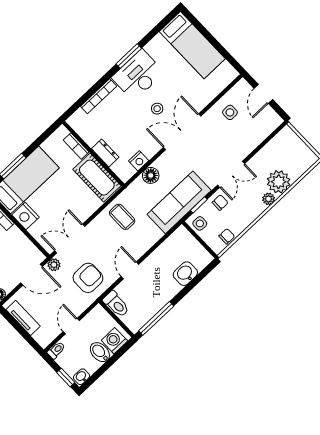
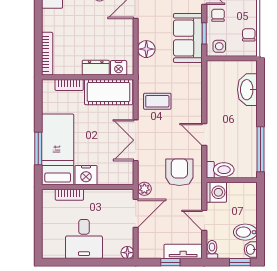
bookcase: (99, 96) -> (47, 54), moved
nightstand: (139, 161) -> (119, 68), moved, turned 90
sofa: (179, 202) -> (188, 38), width x0.73
double door: (70, 238) -> (136, 140), moved
washbasin: (185, 274) -> (247, 90), width x1.38
tv unit: (23, 318) -> (183, 251), moved
window: (21, 330) -> (170, 262), added
washing machine: (114, 341) -> (216, 192), moved, turned 180
bidet: (100, 352) -> (245, 232), moved

